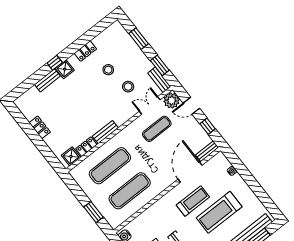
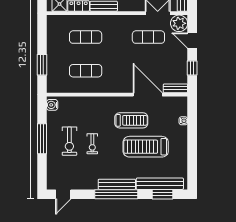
exercise mat: (110, 166) -> (86, 37), width x0.73, depth x0.69
door: (190, 172) -> (148, 95), hinge flipped
exercise mat: (130, 191) -> (86, 71), width x0.73, depth x0.69

